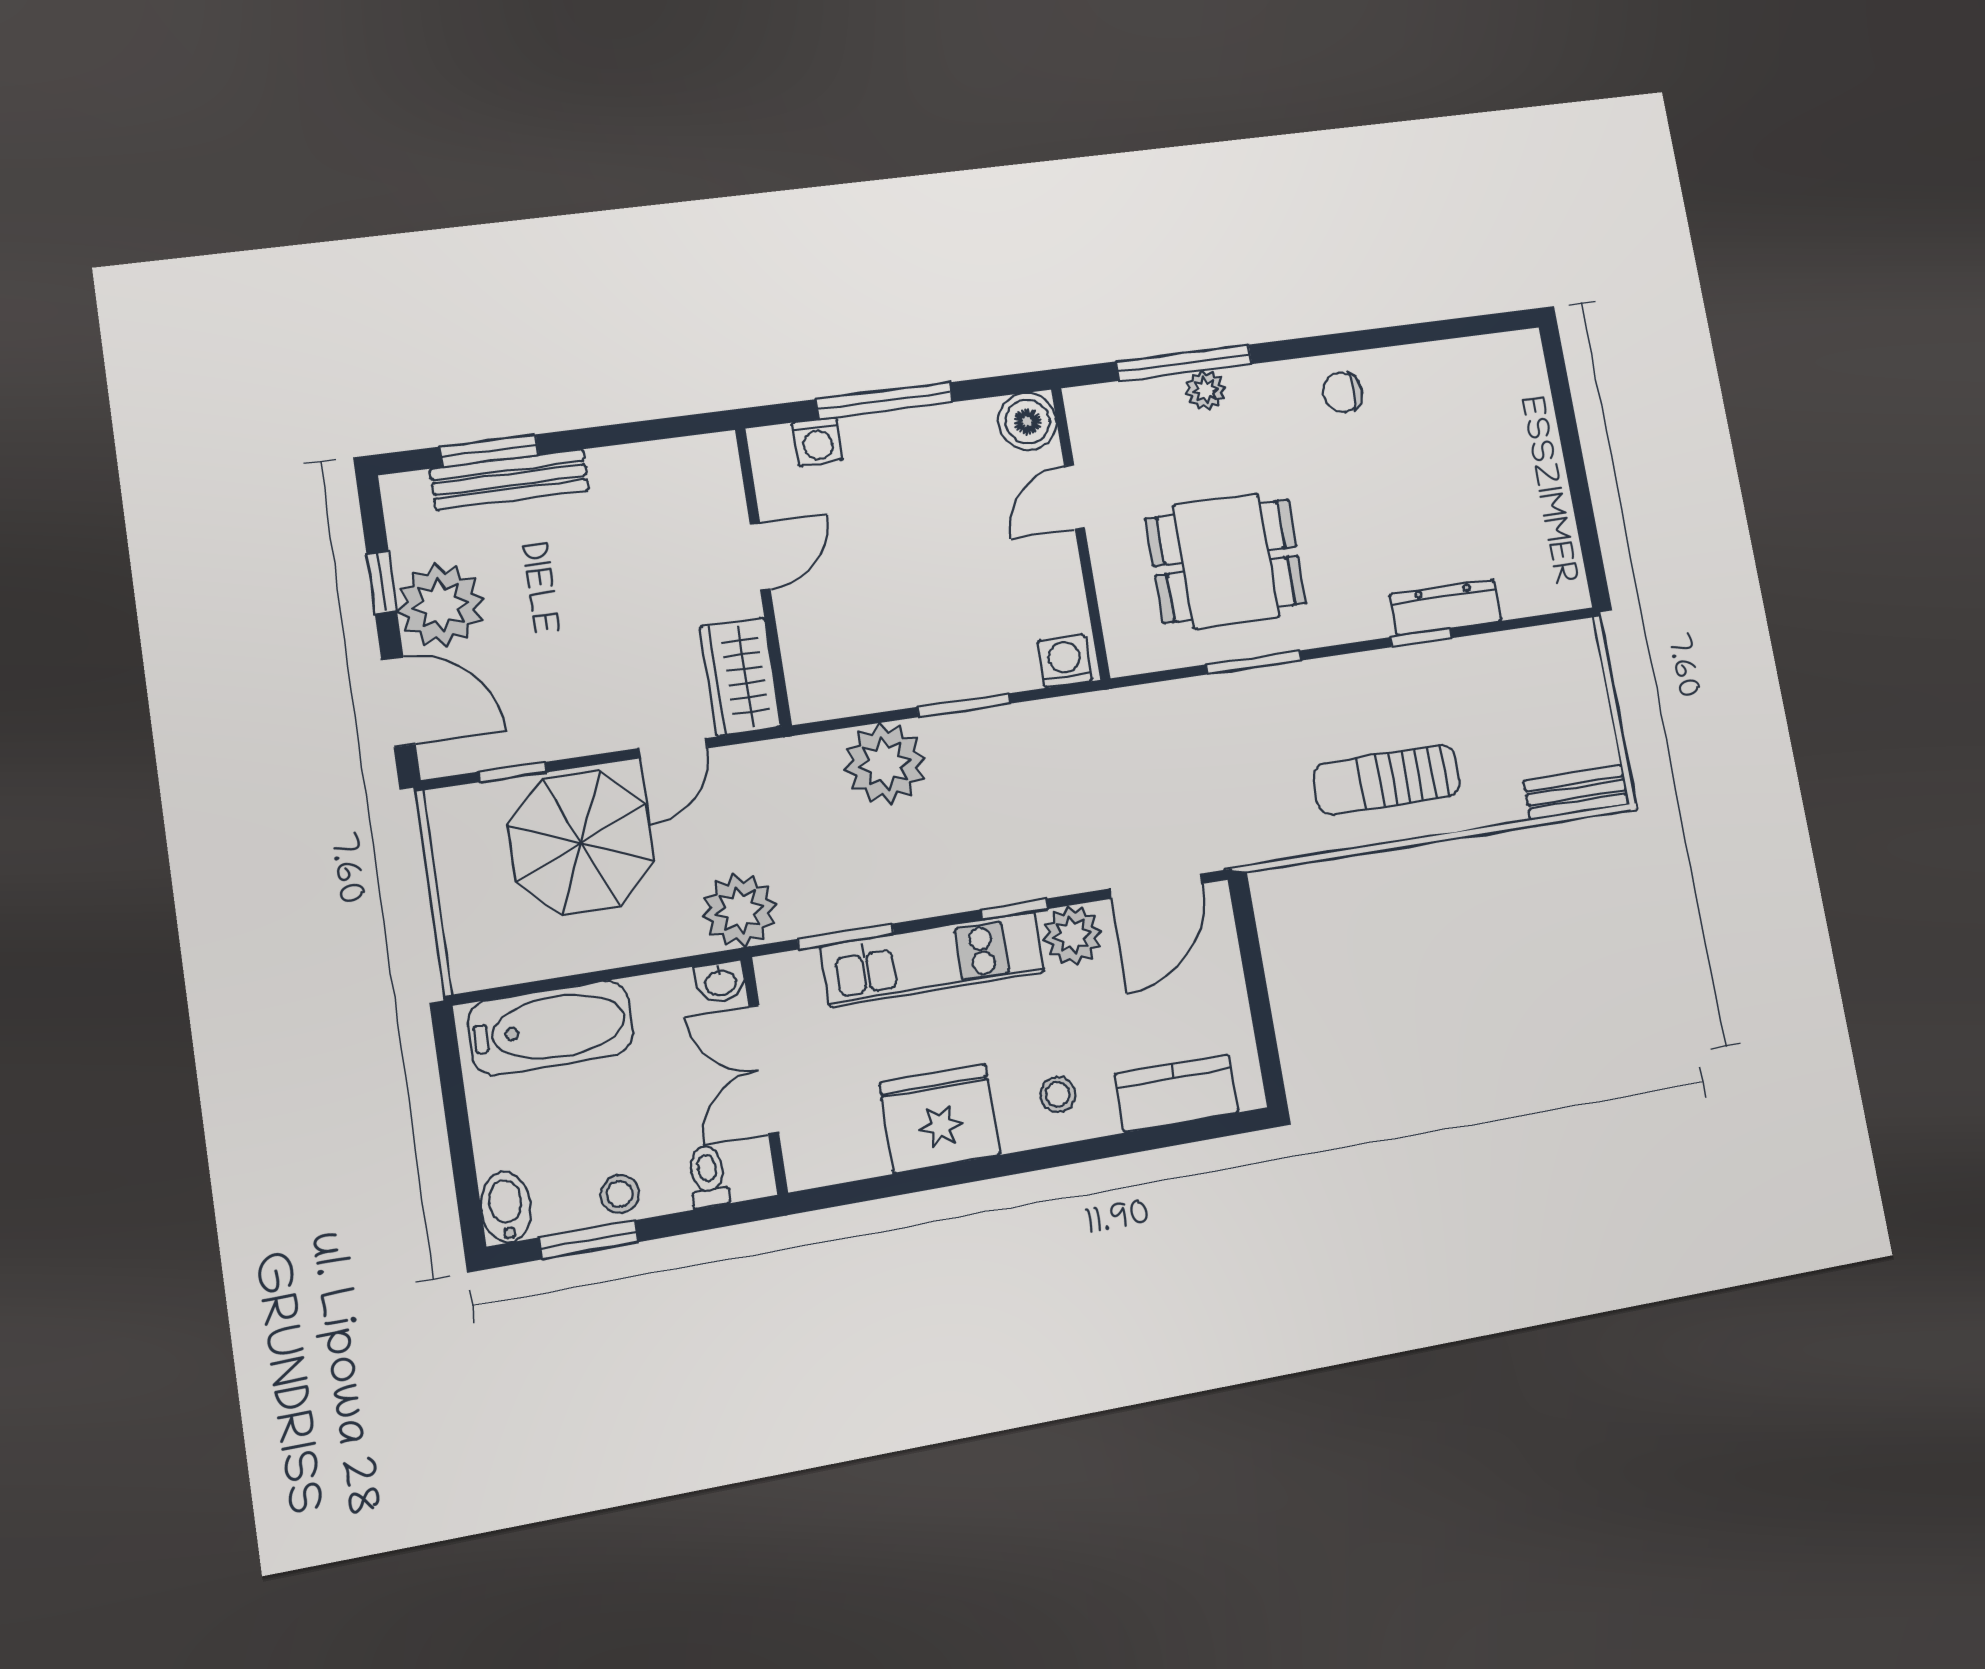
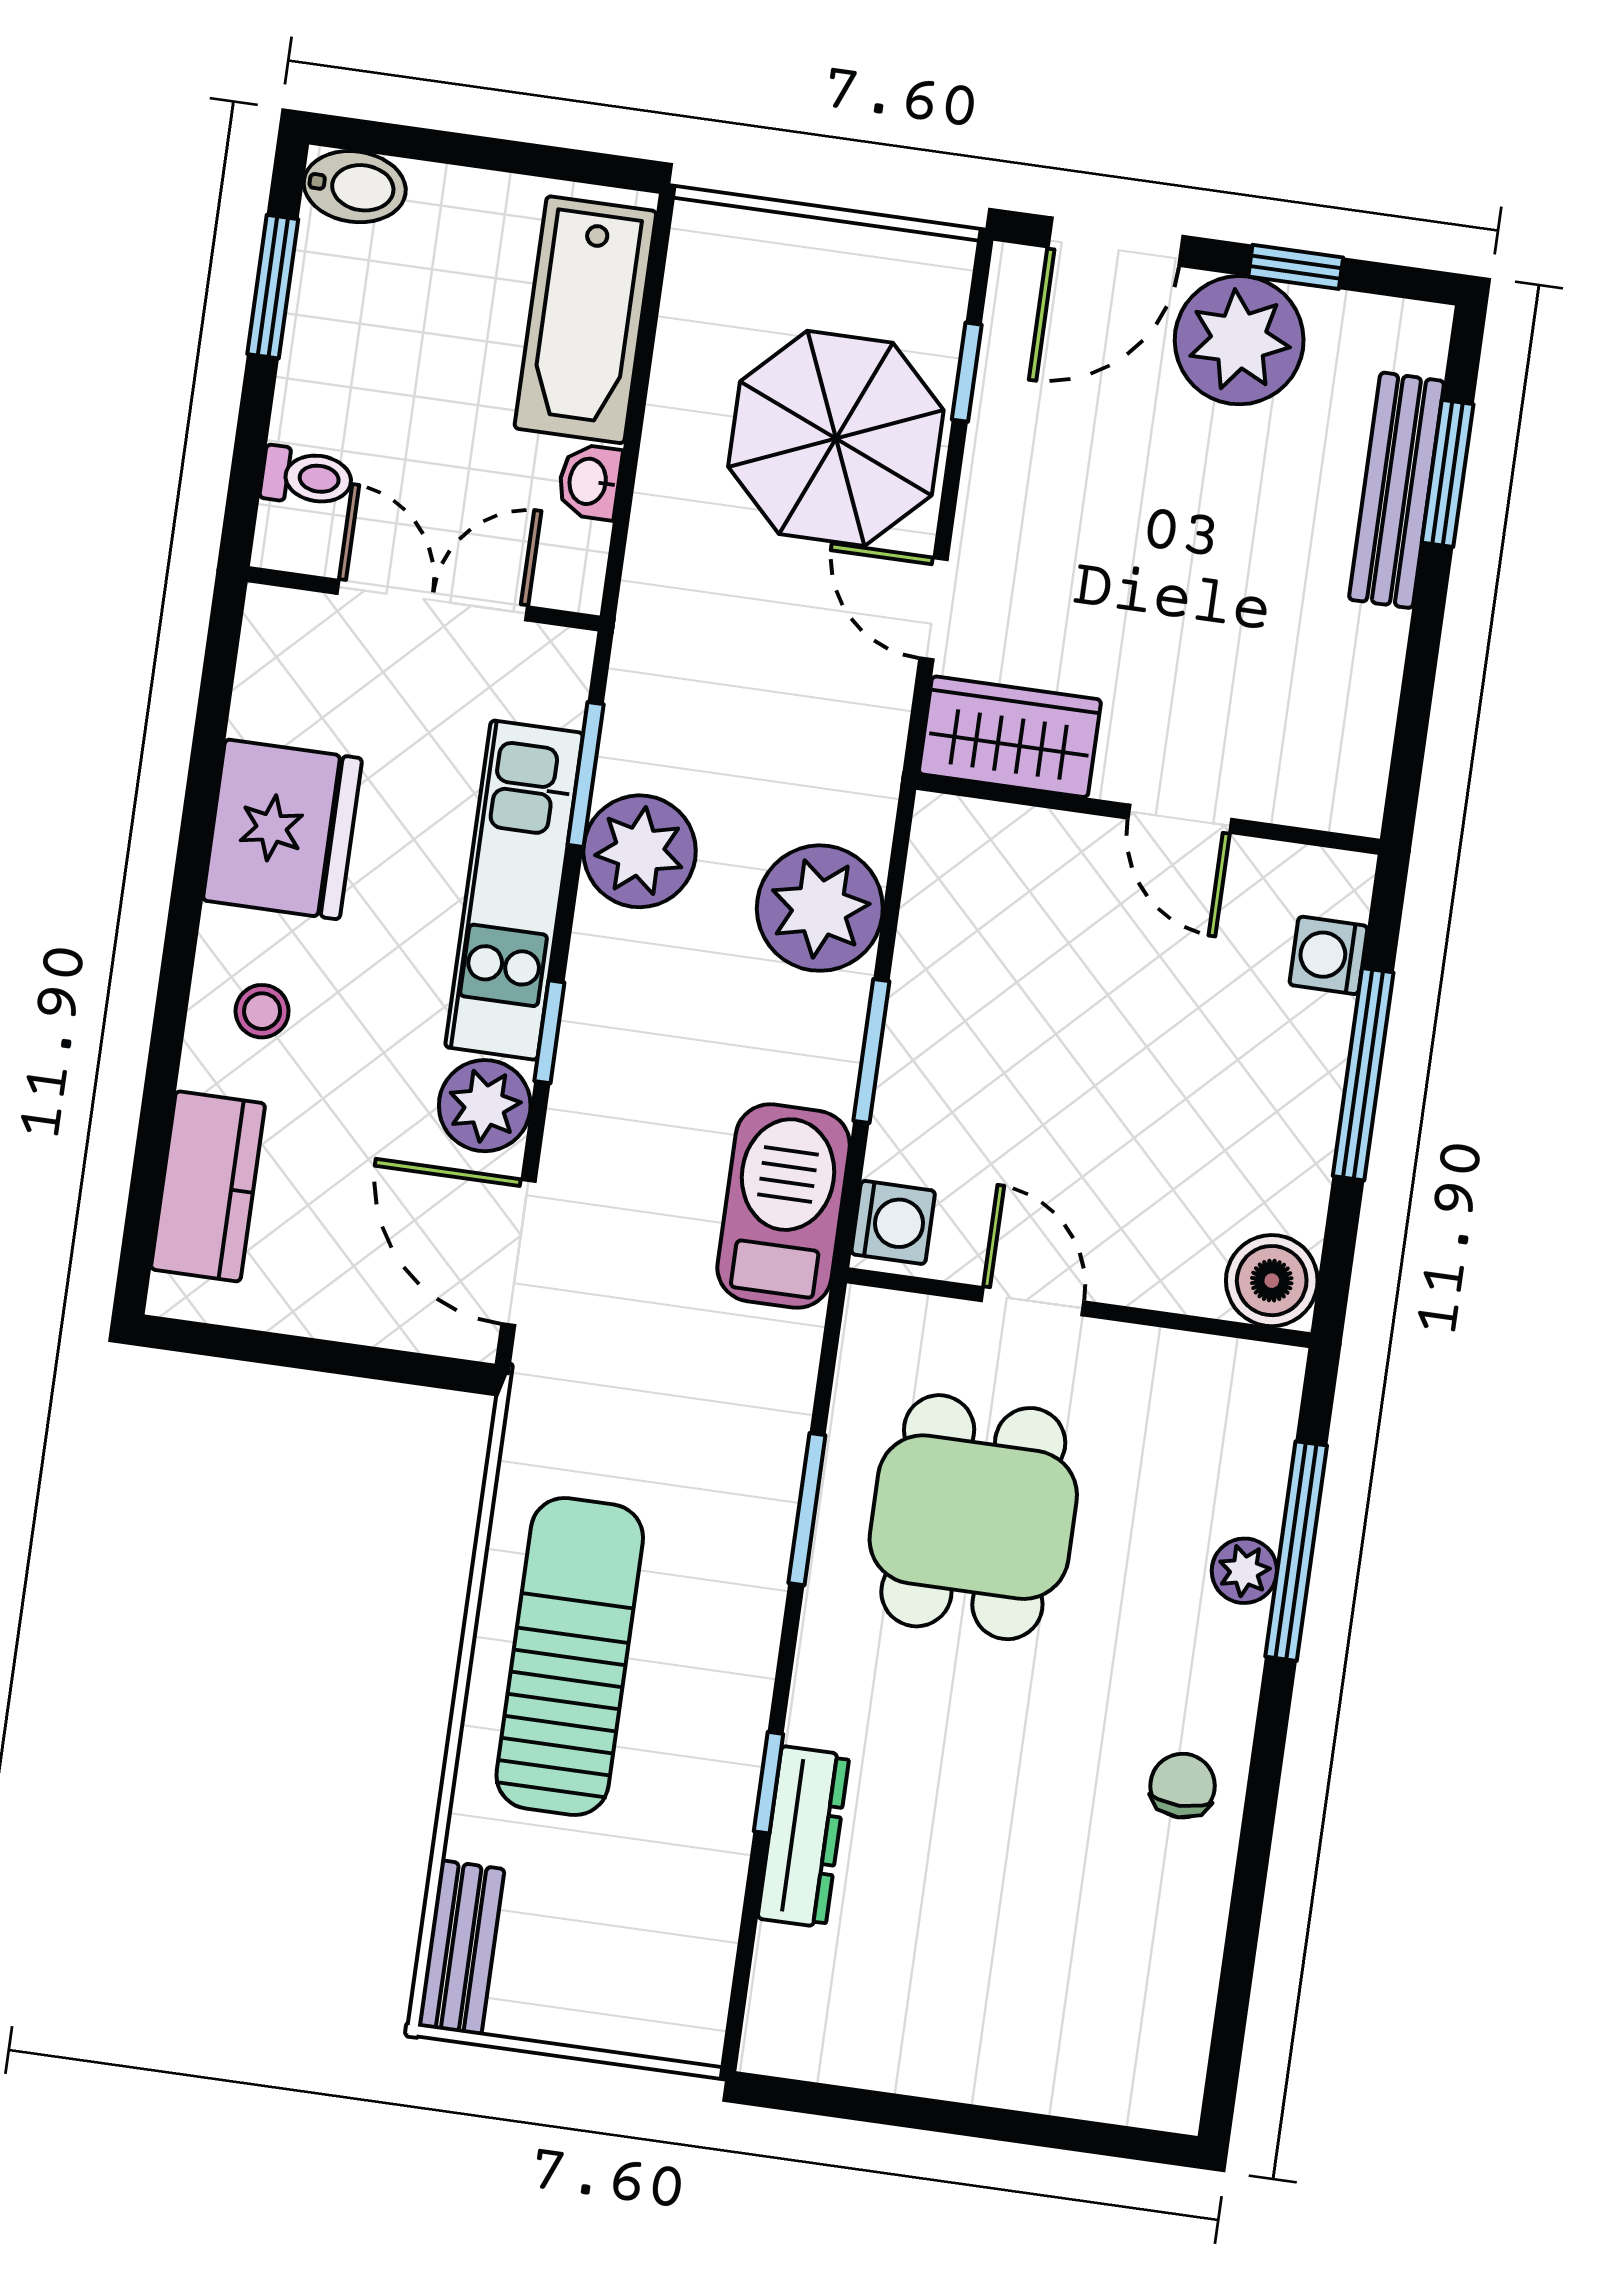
door: (1074, 497) -> (1033, 1301), moved
barbecue: (1076, 731) -> (784, 1206), added
sun lounger: (1387, 780) -> (570, 1656), width x1.36, depth x1.34
plant: (740, 910) -> (640, 851), moved
washbasin: (720, 982) -> (589, 482), moved
stool: (620, 1194) -> (322, 348), removed

